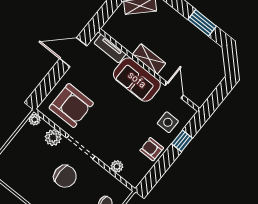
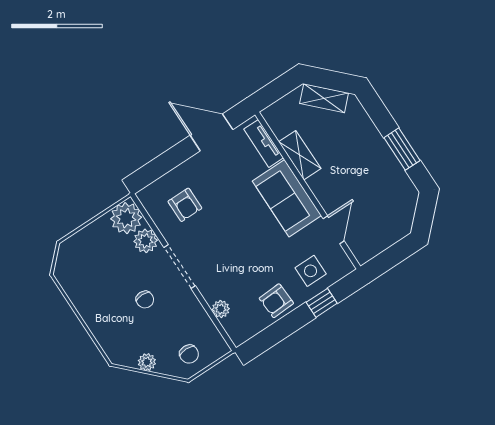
shelving: (149, 59) -> (300, 155), moved
armchair: (71, 106) -> (185, 205), width x0.53, depth x0.53
plant: (35, 120) -> (126, 218), width x1.88, depth x1.88
armchair: (152, 149) -> (276, 301), turned -93
chair: (65, 176) -> (145, 300), width x0.54, depth x0.54

